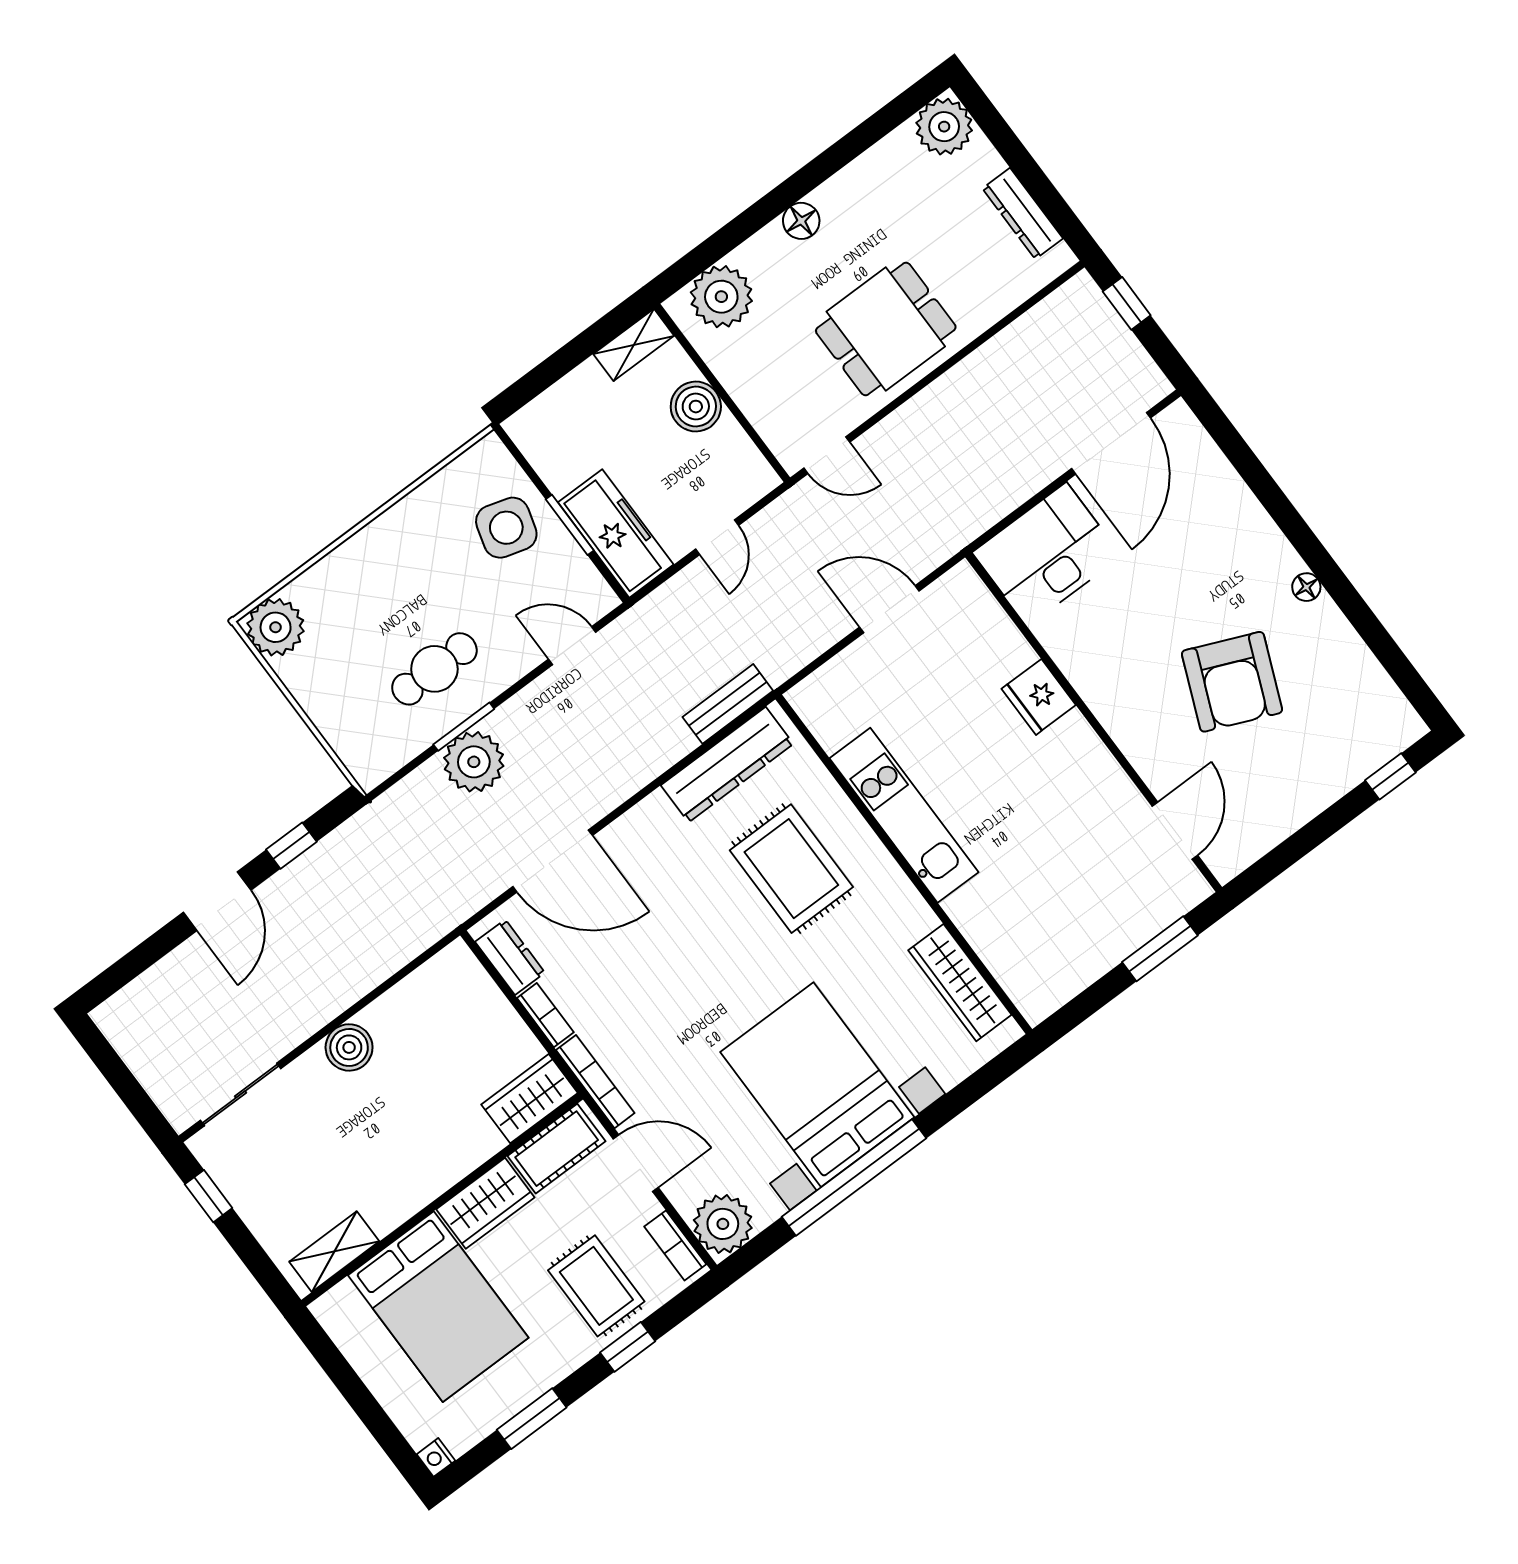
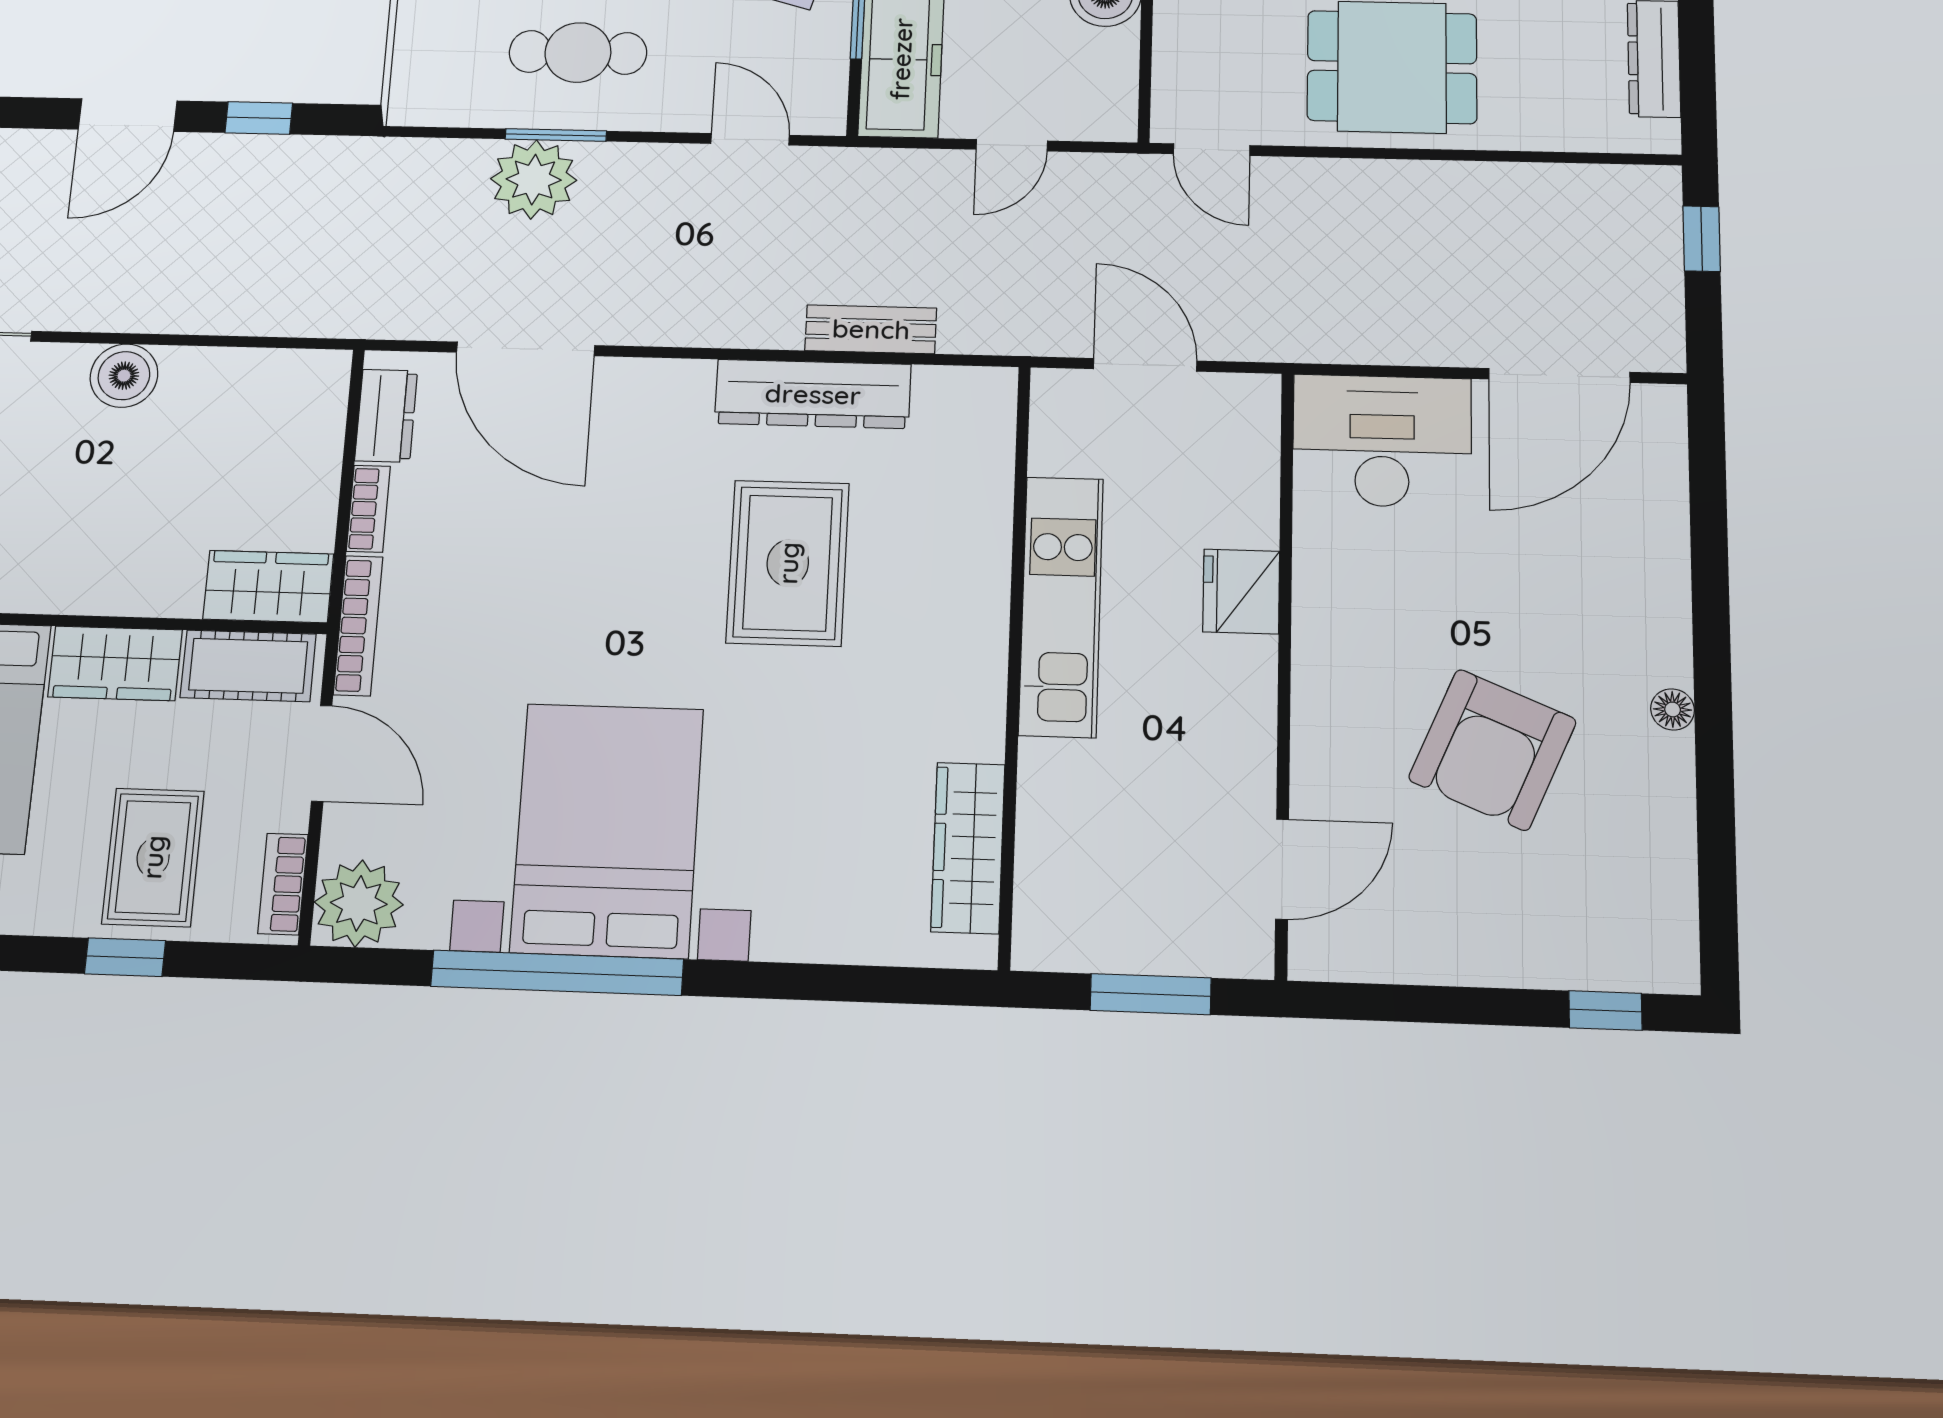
kitchen unit: (904, 815) -> (1061, 606), moved
wall: (904, 864) -> (1014, 661), moved
wardrobe: (960, 983) -> (968, 848), moved

